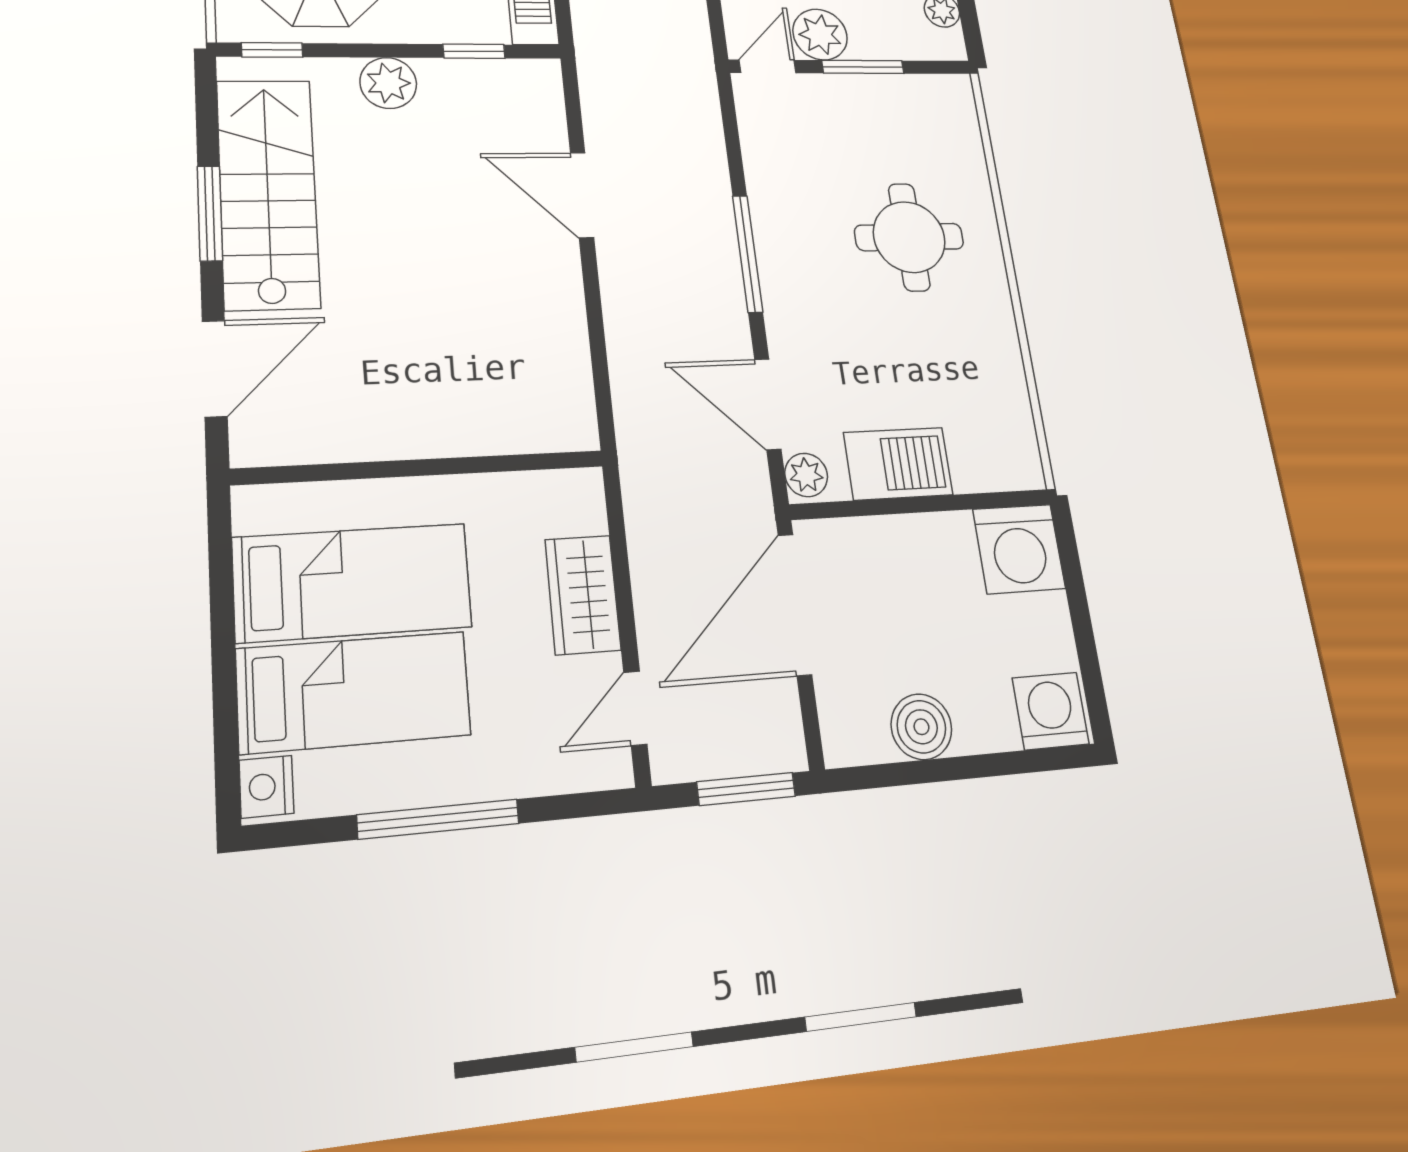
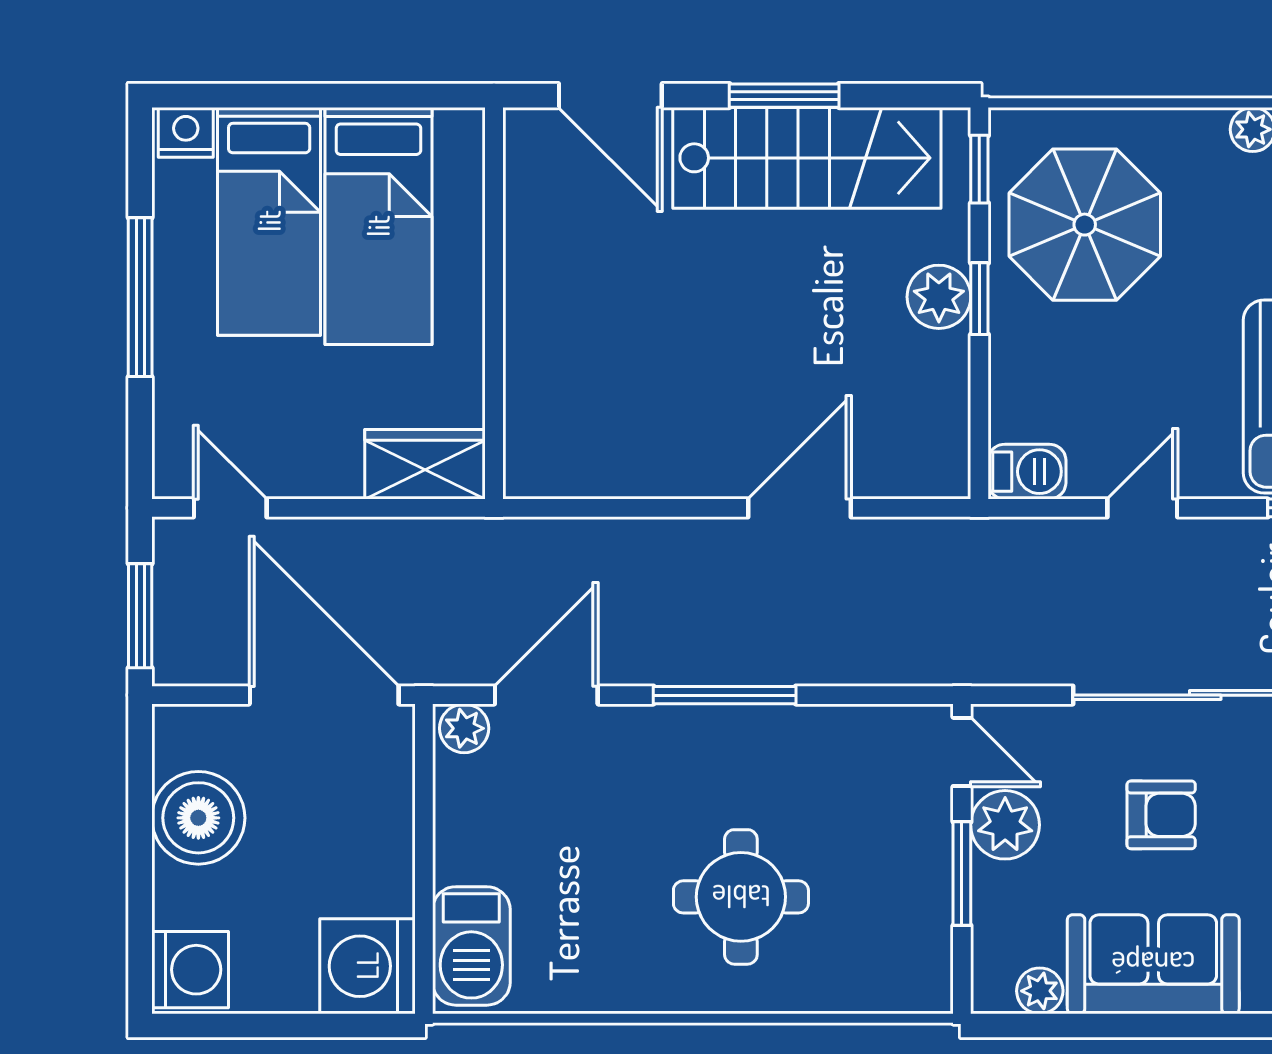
window: (474, 51) -> (979, 299), moved
barbecue: (898, 464) -> (471, 946), moved
wardrobe: (583, 595) -> (425, 464), moved
boiler: (921, 727) -> (198, 818), width x1.37, depth x1.37

